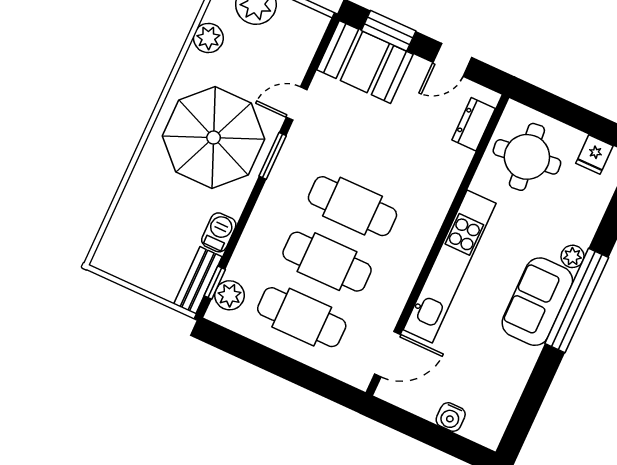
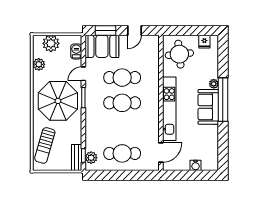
dresser: (474, 124) -> (154, 51), removed
sun lounger: (140, 222) -> (45, 145), added
barbecue: (219, 232) -> (76, 51), moved
cafe table: (327, 262) -> (122, 78), moved

